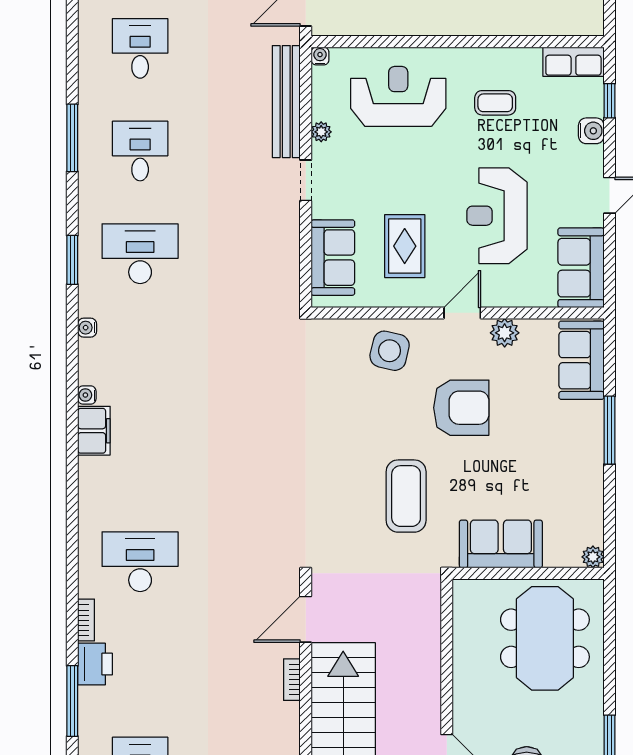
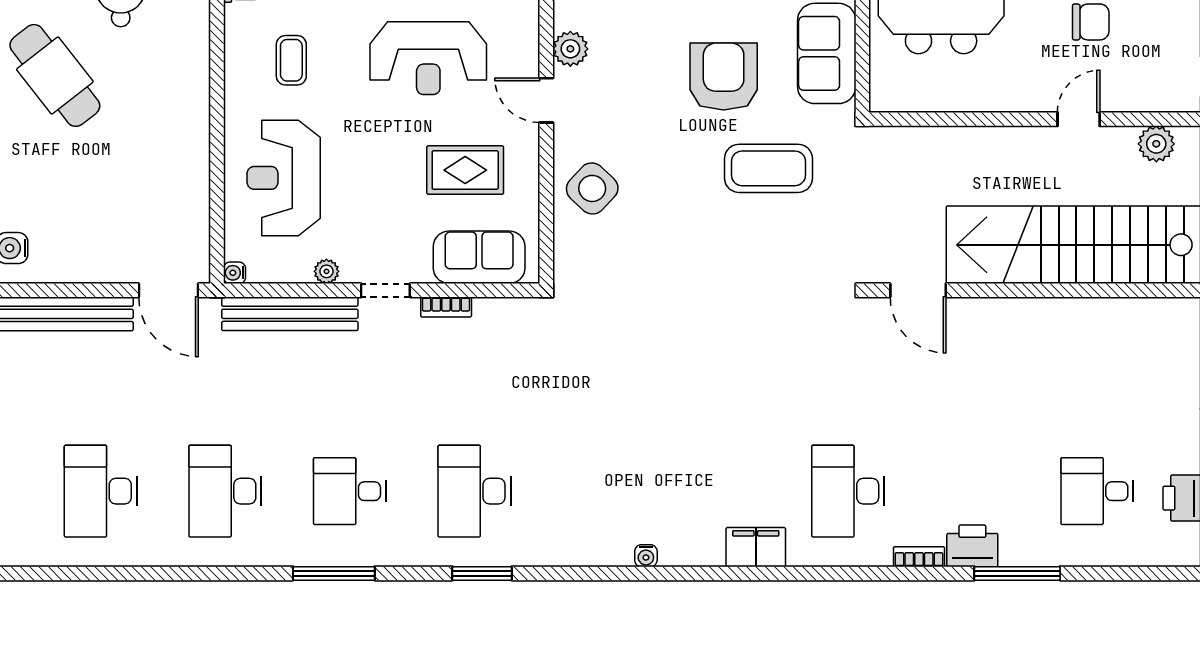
desk: (140, 48) -> (225, 491), width x1.37
water cooler: (87, 328) -> (564, 555), removed
side table: (390, 351) -> (592, 188), turned 30
armchair: (461, 408) -> (724, 77), moved
filing cabinet: (94, 431) -> (756, 547), moved
bookcase: (292, 680) -> (446, 307), moved

